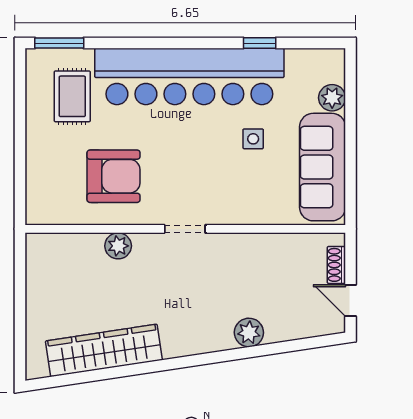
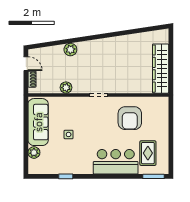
bar counter: (189, 76) -> (116, 162), width x0.54
armchair: (114, 176) -> (130, 118), turned -90
plant: (118, 246) -> (66, 88), moved
wardrobe: (104, 350) -> (161, 69), moved, turned 99

